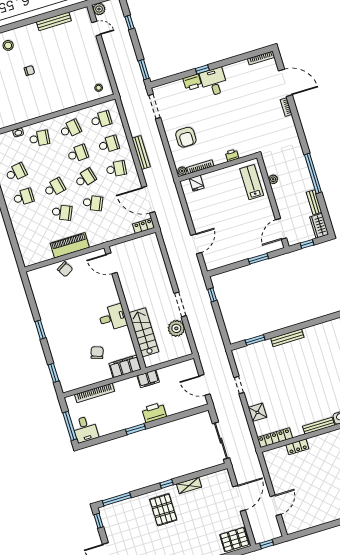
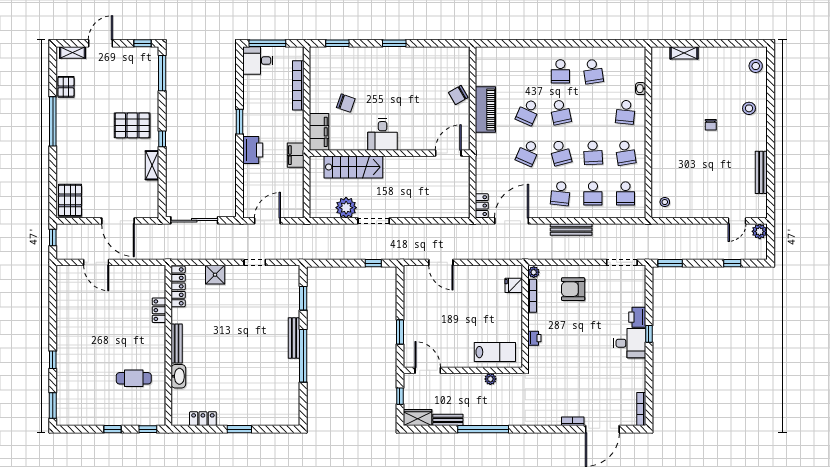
window: (299, 327) -> (303, 356), added

